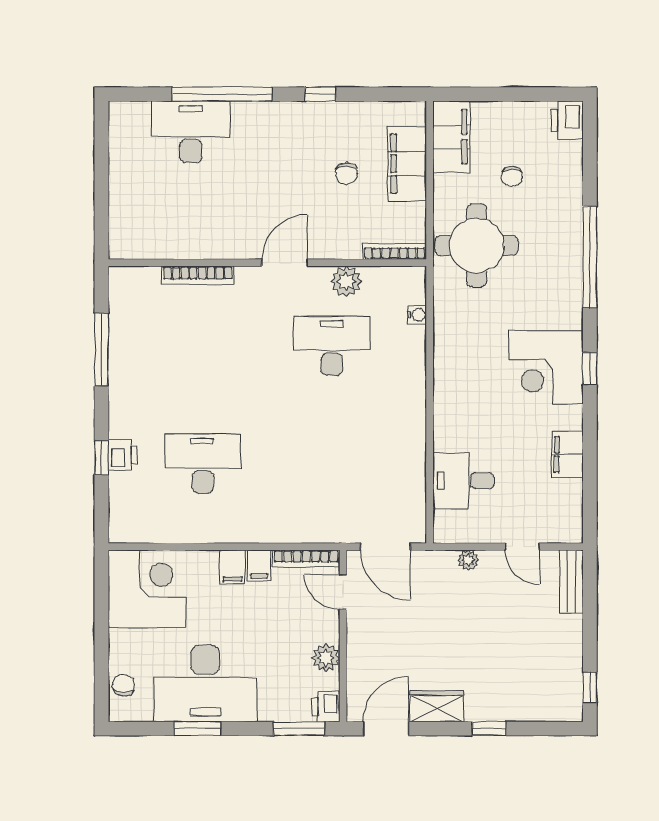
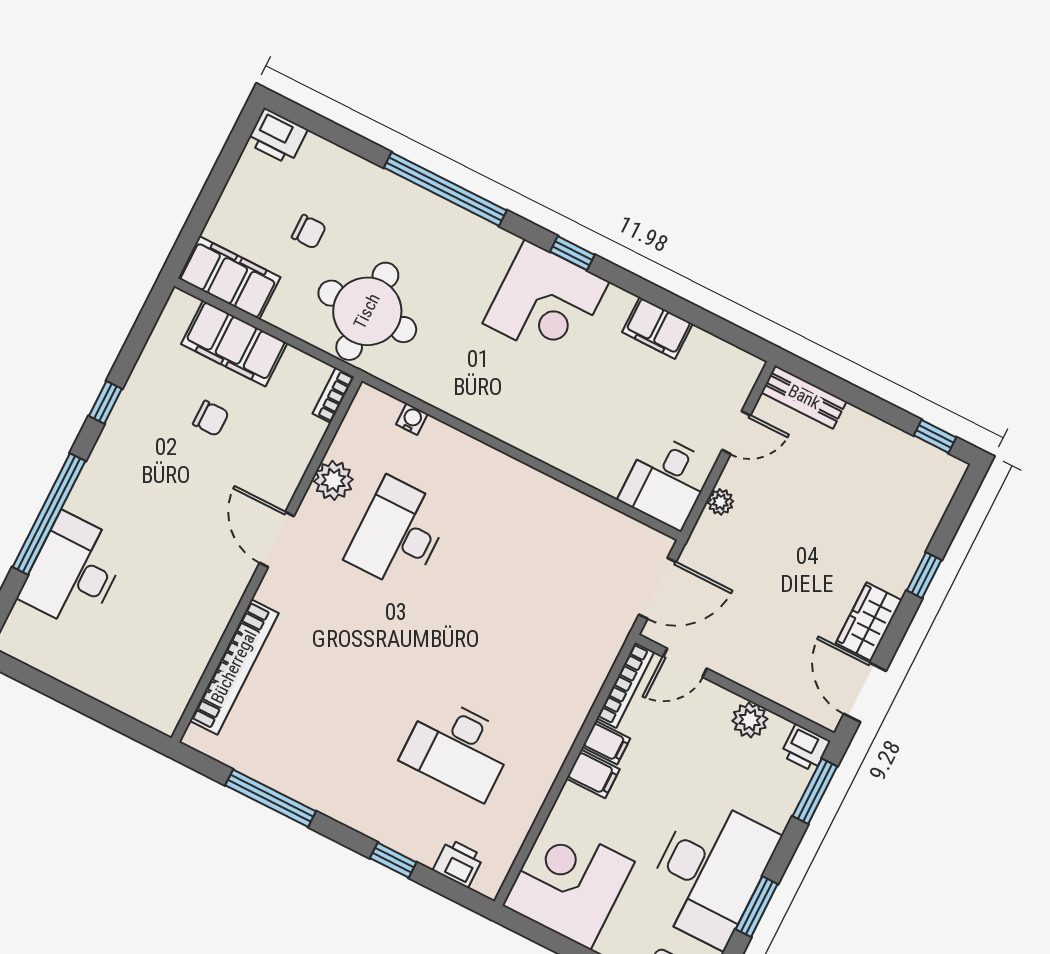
bookcase: (395, 251) -> (333, 395), width x0.64
bookcase: (198, 275) -> (234, 667), width x1.48, depth x1.31
printer: (122, 455) -> (458, 863), moved
desk: (203, 464) -> (458, 748), turned -90
desk: (463, 481) -> (666, 481), moved

